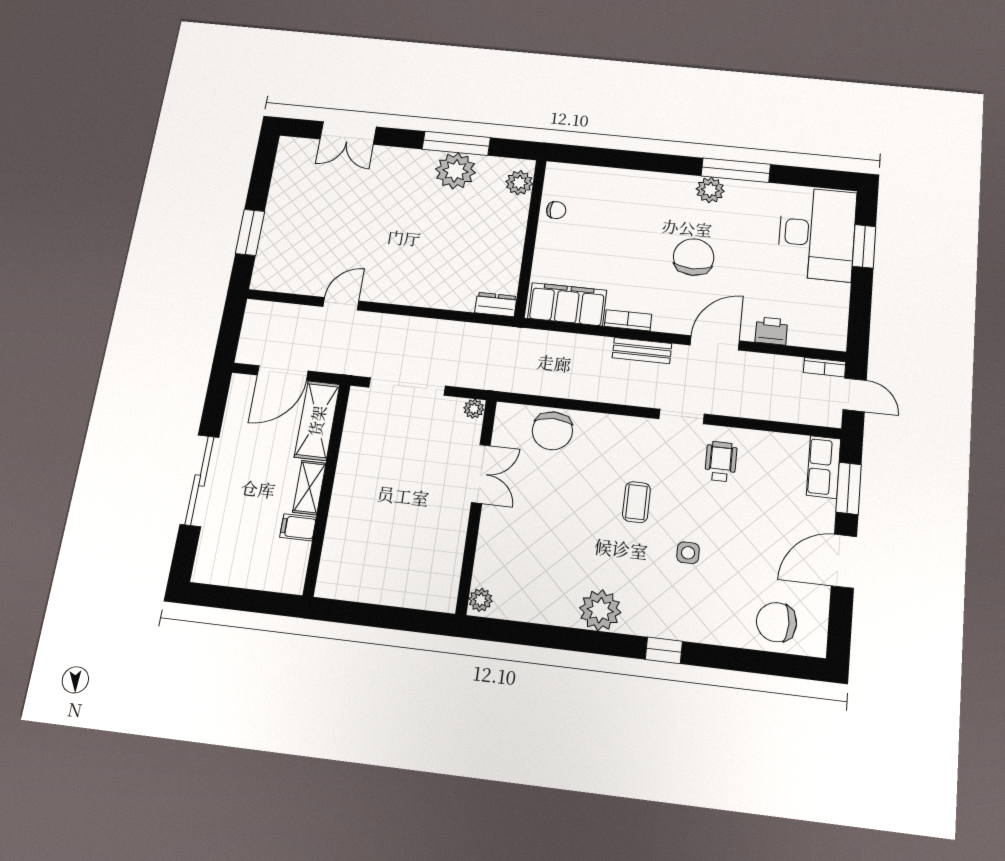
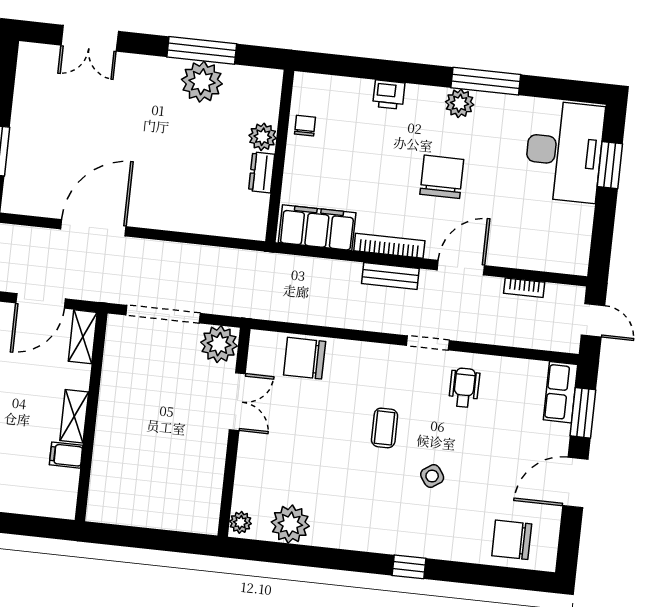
plant: (519, 183) -> (263, 137), moved
chair: (556, 210) -> (305, 126), turned -90
door: (341, 304) -> (93, 228), width x1.88
dresser: (496, 304) -> (262, 172), moved, turned -90
bookcase: (628, 320) -> (389, 246), width x1.56
printer: (771, 331) -> (389, 95), moved, turned 180
bookcase: (825, 367) -> (524, 288), moved
plant: (474, 409) -> (219, 344), width x1.88, depth x1.88
shelving: (317, 421) -> (83, 337), width x0.67, depth x0.75
chair: (552, 431) -> (305, 358), turned 90
side table: (688, 553) -> (432, 476), turned -34
plant: (600, 610) -> (290, 524), moved

